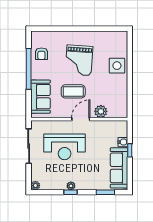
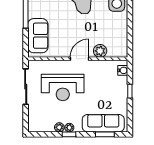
coffee table: (73, 91) -> (72, 30), removed
water cooler: (123, 142) -> (123, 70), moved
sofa: (119, 168) -> (103, 123), moved, turned 90
plant: (35, 186) -> (59, 127), moved

